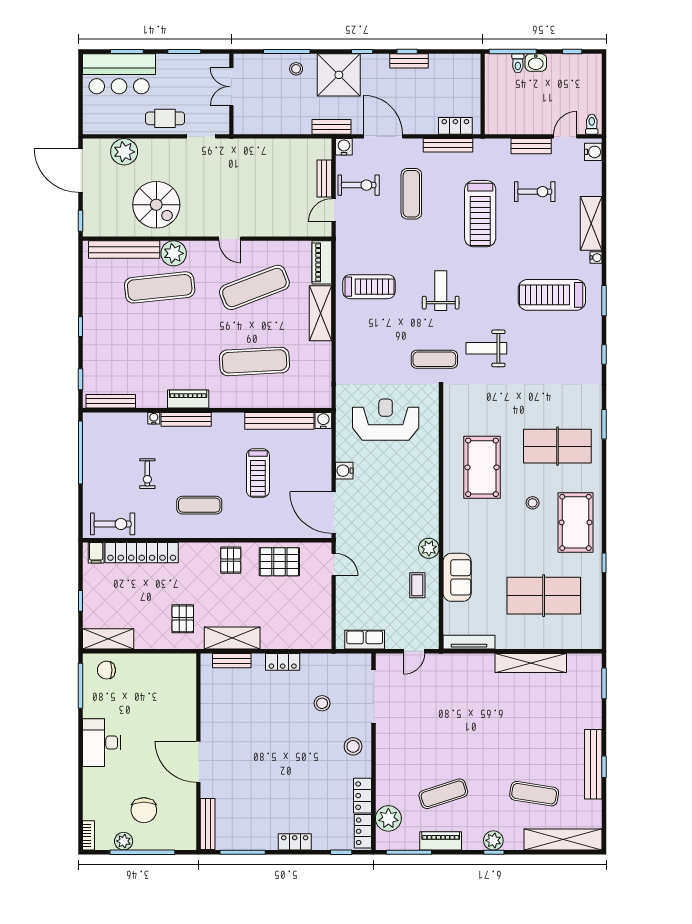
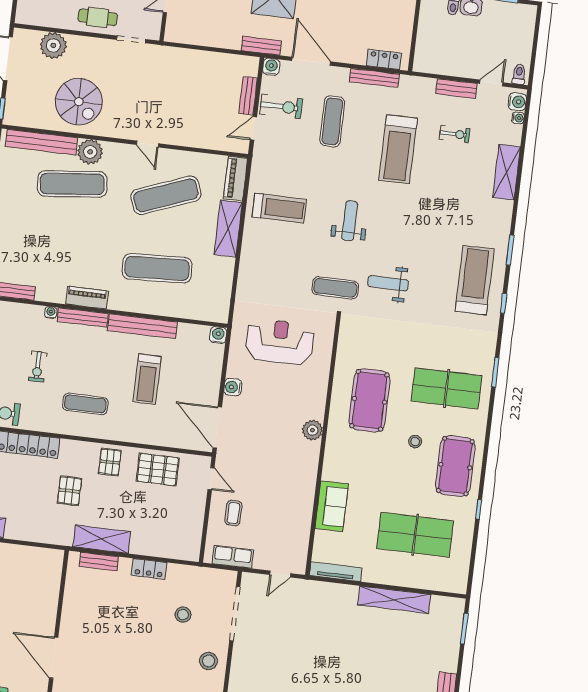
exercise bike: (535, 192) -> (455, 134), width x0.73, depth x0.72
water cooler: (596, 258) -> (518, 118), moved
treadmill: (552, 295) -> (475, 280), moved, turned 90
bench: (279, 421) -> (142, 326), moved
plant: (429, 548) -> (312, 430), moved
coffee table: (417, 585) -> (233, 513), moved
pallet: (183, 619) -> (69, 491), moved

